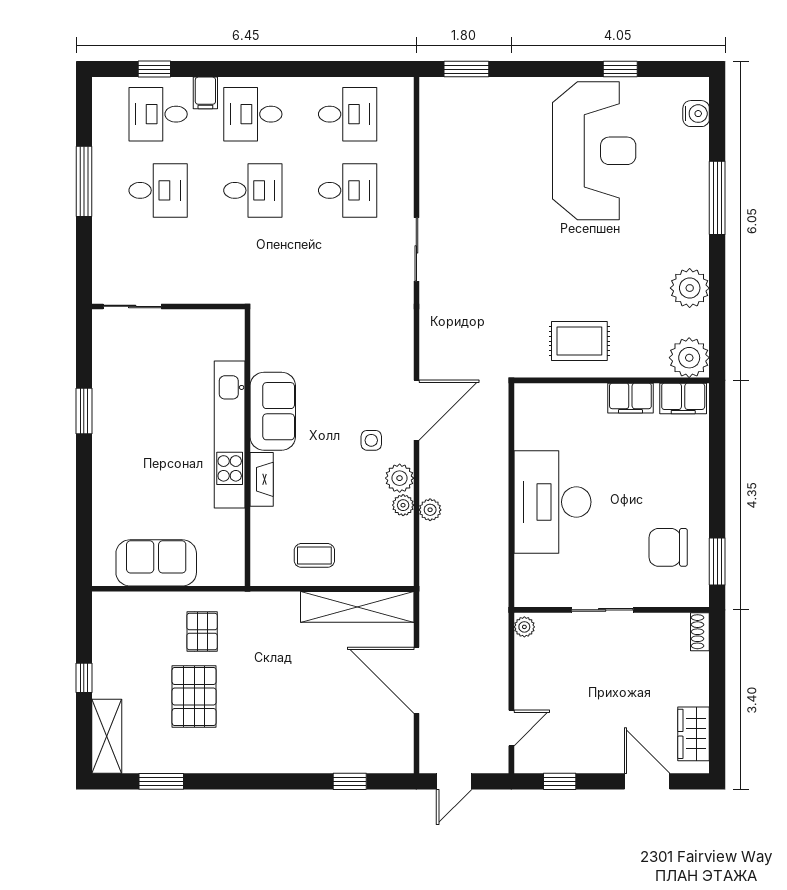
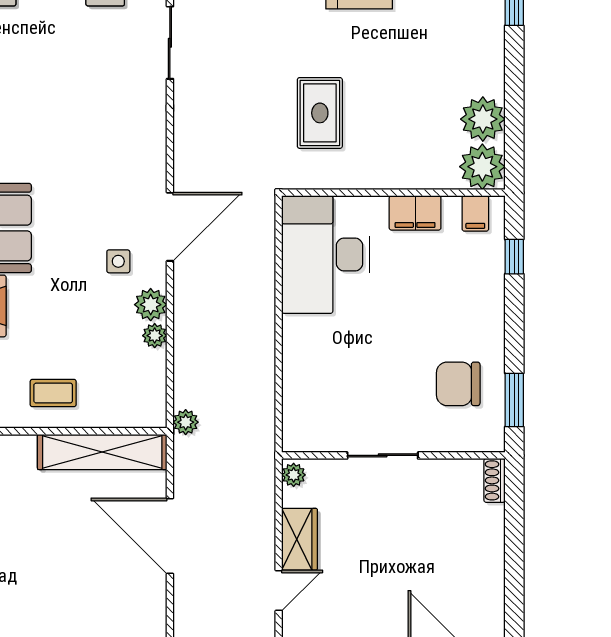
plant: (690, 288) -> (483, 119), moved
rug: (579, 341) -> (320, 113), moved, turned 90
filing cabinet: (683, 398) -> (475, 213), width x0.50
window: (717, 436) -> (514, 257), added
desk: (552, 502) -> (326, 254), moved
plant: (430, 510) -> (186, 422), moved
wardrobe: (694, 734) -> (300, 539), moved, turned 180

